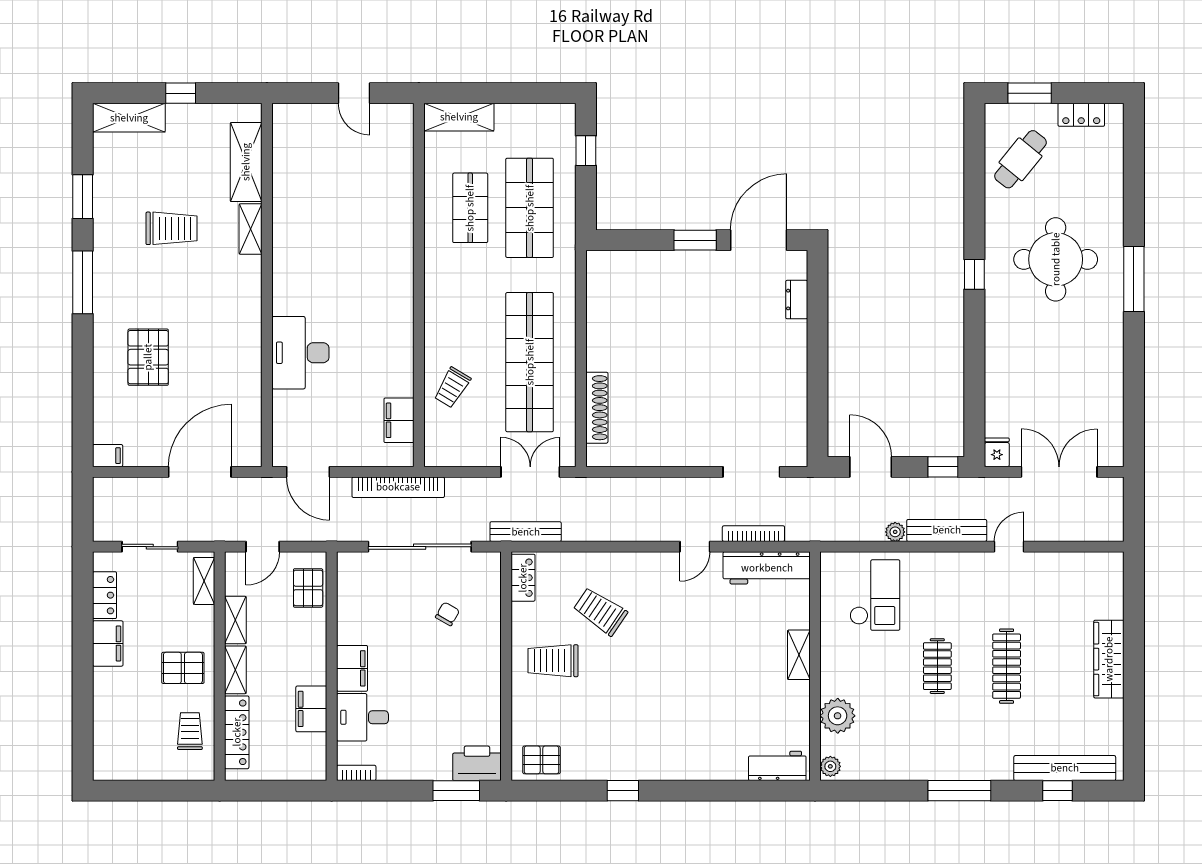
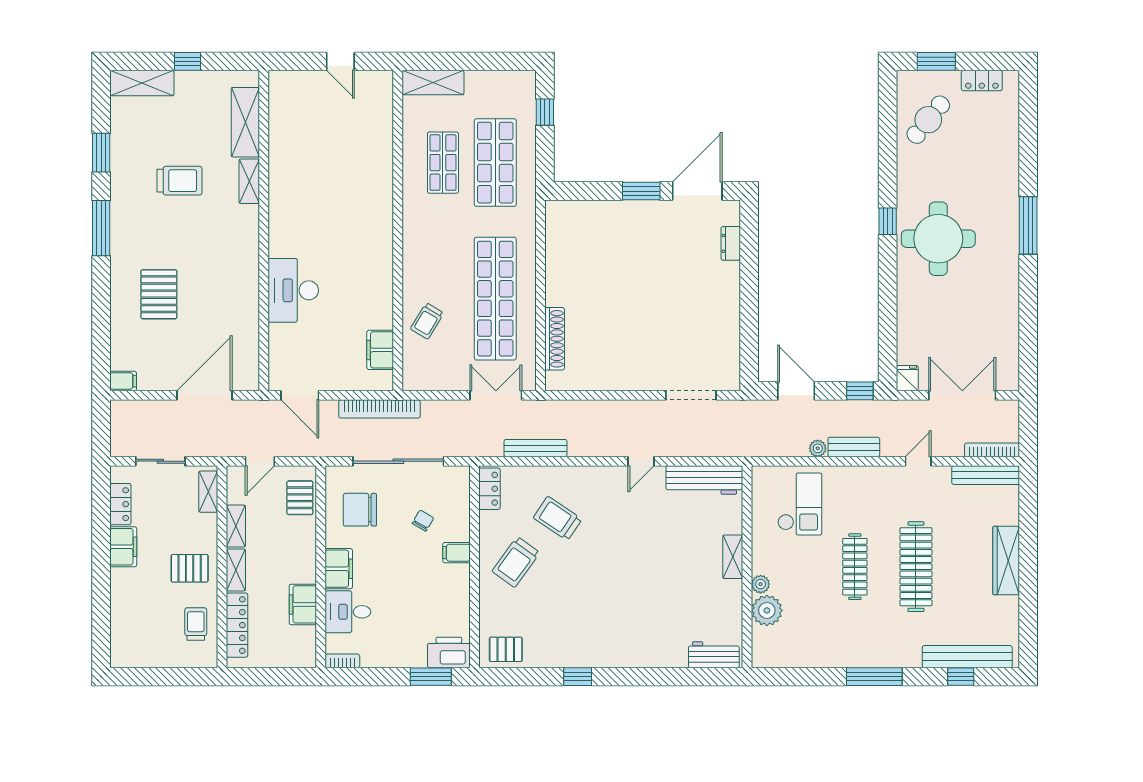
round table: (1056, 259) -> (938, 239), moved
bench: (947, 530) -> (854, 447), width x0.73
bench: (526, 532) -> (535, 448), moved
bookcase: (753, 534) -> (992, 450), moved
bench: (1086, 562) -> (986, 475), added
chair: (376, 602) -> (360, 510), added
filing cabinet: (486, 650) -> (457, 553), added
trolley: (553, 661) -> (516, 562), turned -54
clothes rail: (937, 666) -> (855, 567), width x1.36
clothes rail: (1007, 666) -> (916, 567), width x1.37, depth x1.31
plant: (830, 766) -> (761, 584), moved

